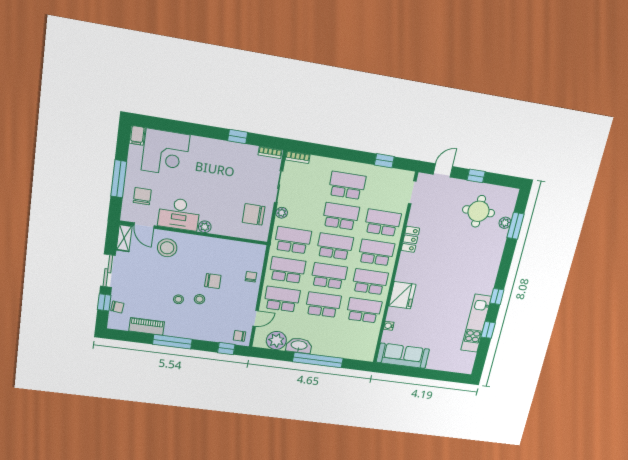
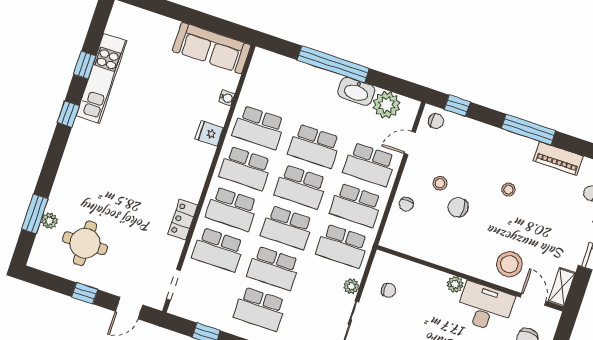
chair: (254, 214) -> (389, 290), width x0.54, depth x0.54
fridge: (402, 295) -> (209, 133), width x0.53, depth x0.75
stool: (199, 299) -> (440, 183), moved

